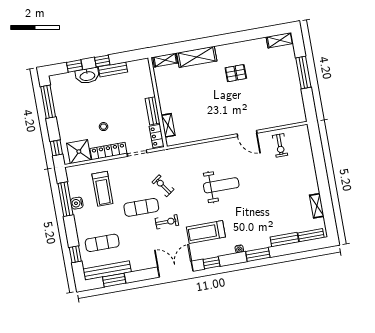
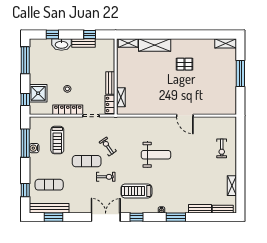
window: (102, 61) -> (90, 34), moved
exercise bike: (280, 145) -> (222, 148), moved
shower: (79, 152) -> (38, 93), moved

